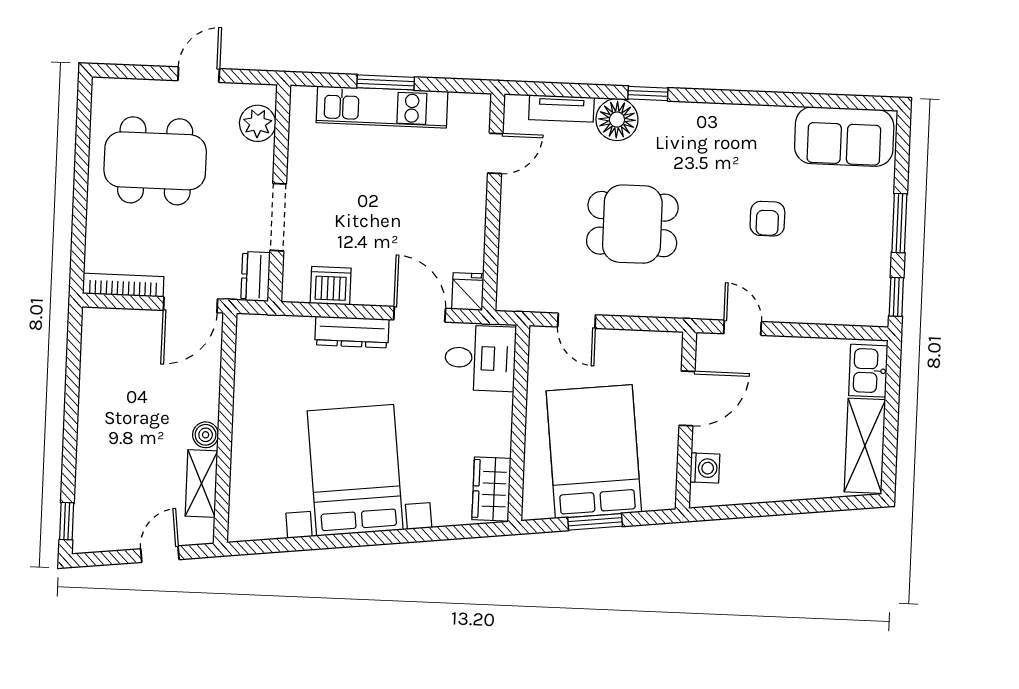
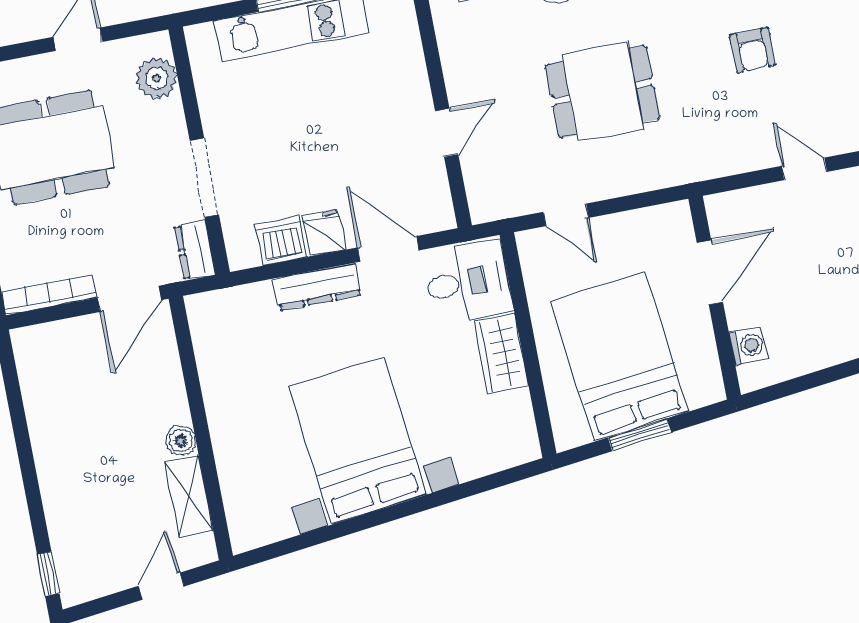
door: (495, 153) -> (447, 133), moved
fridge: (468, 292) -> (324, 233), moved
door: (743, 328) -> (804, 169), moved
wardrobe: (491, 489) -> (501, 353), moved

